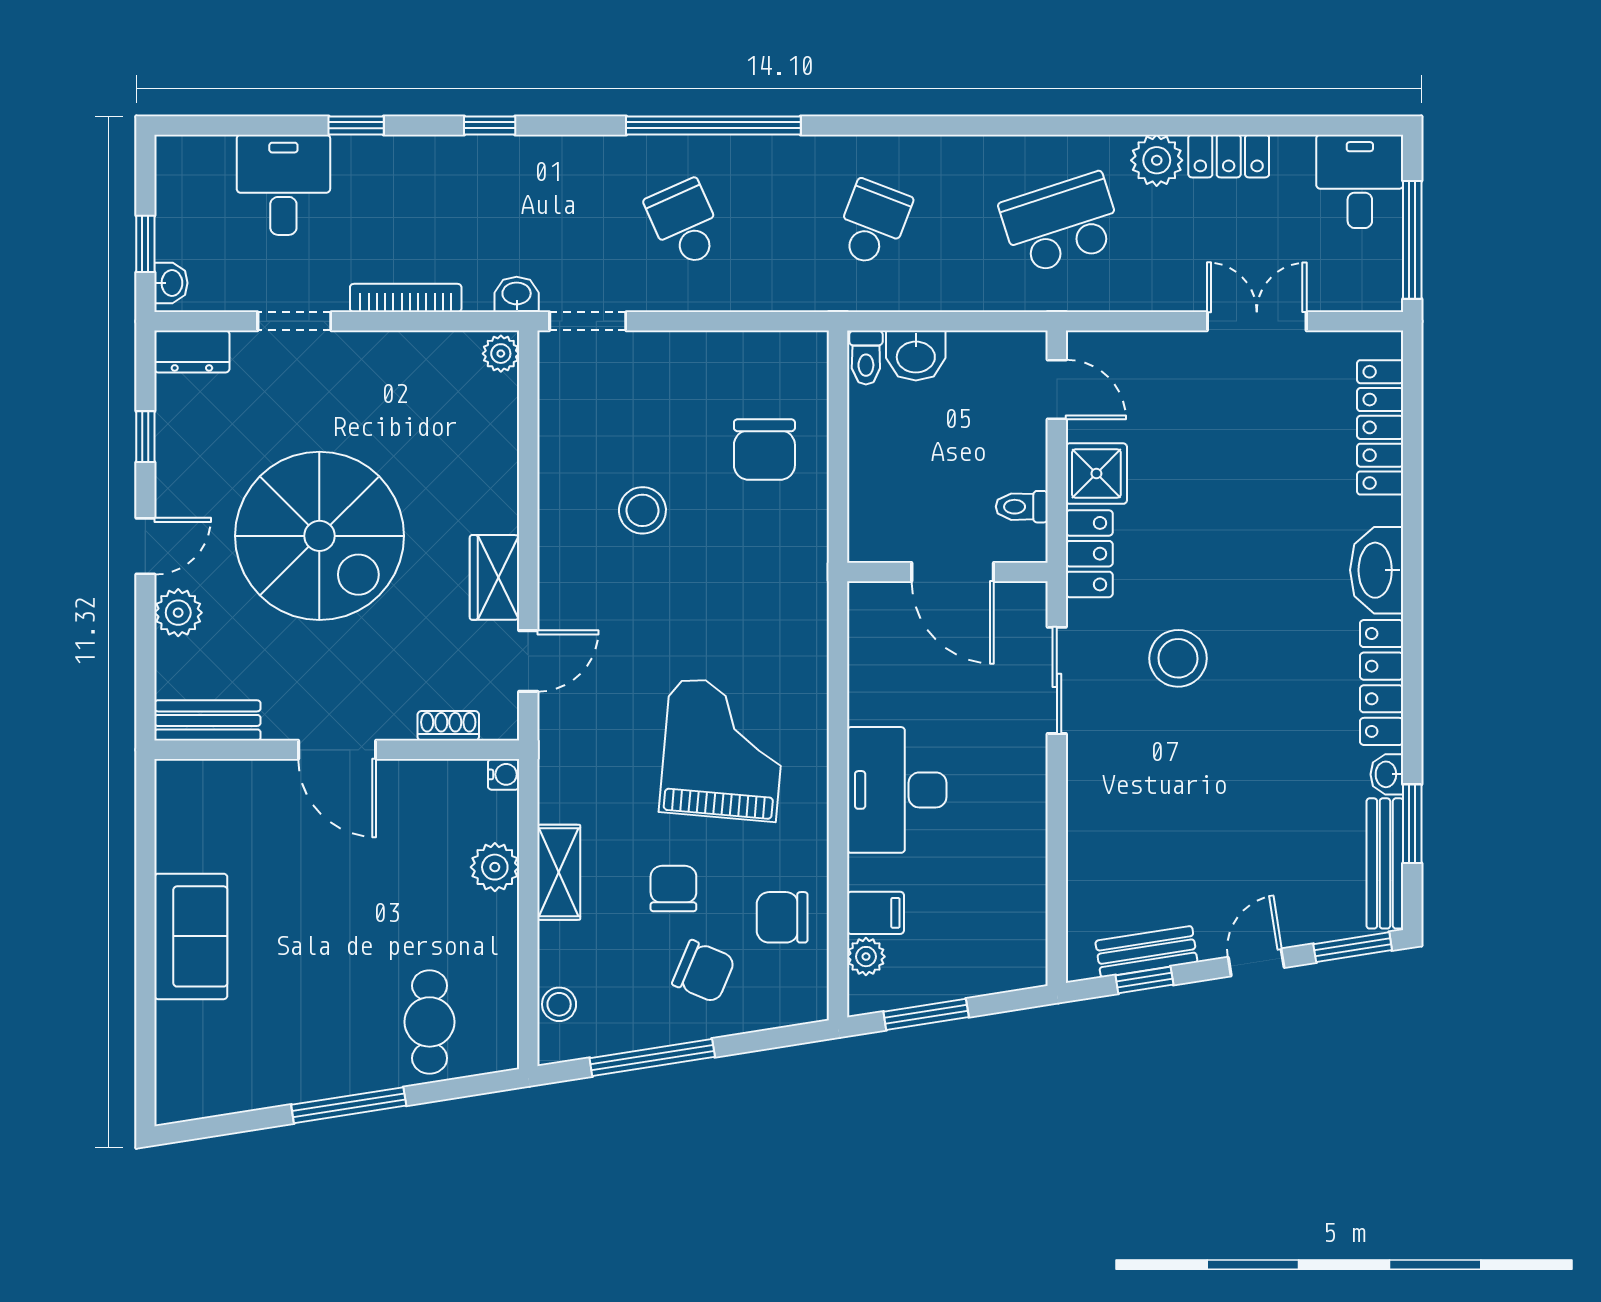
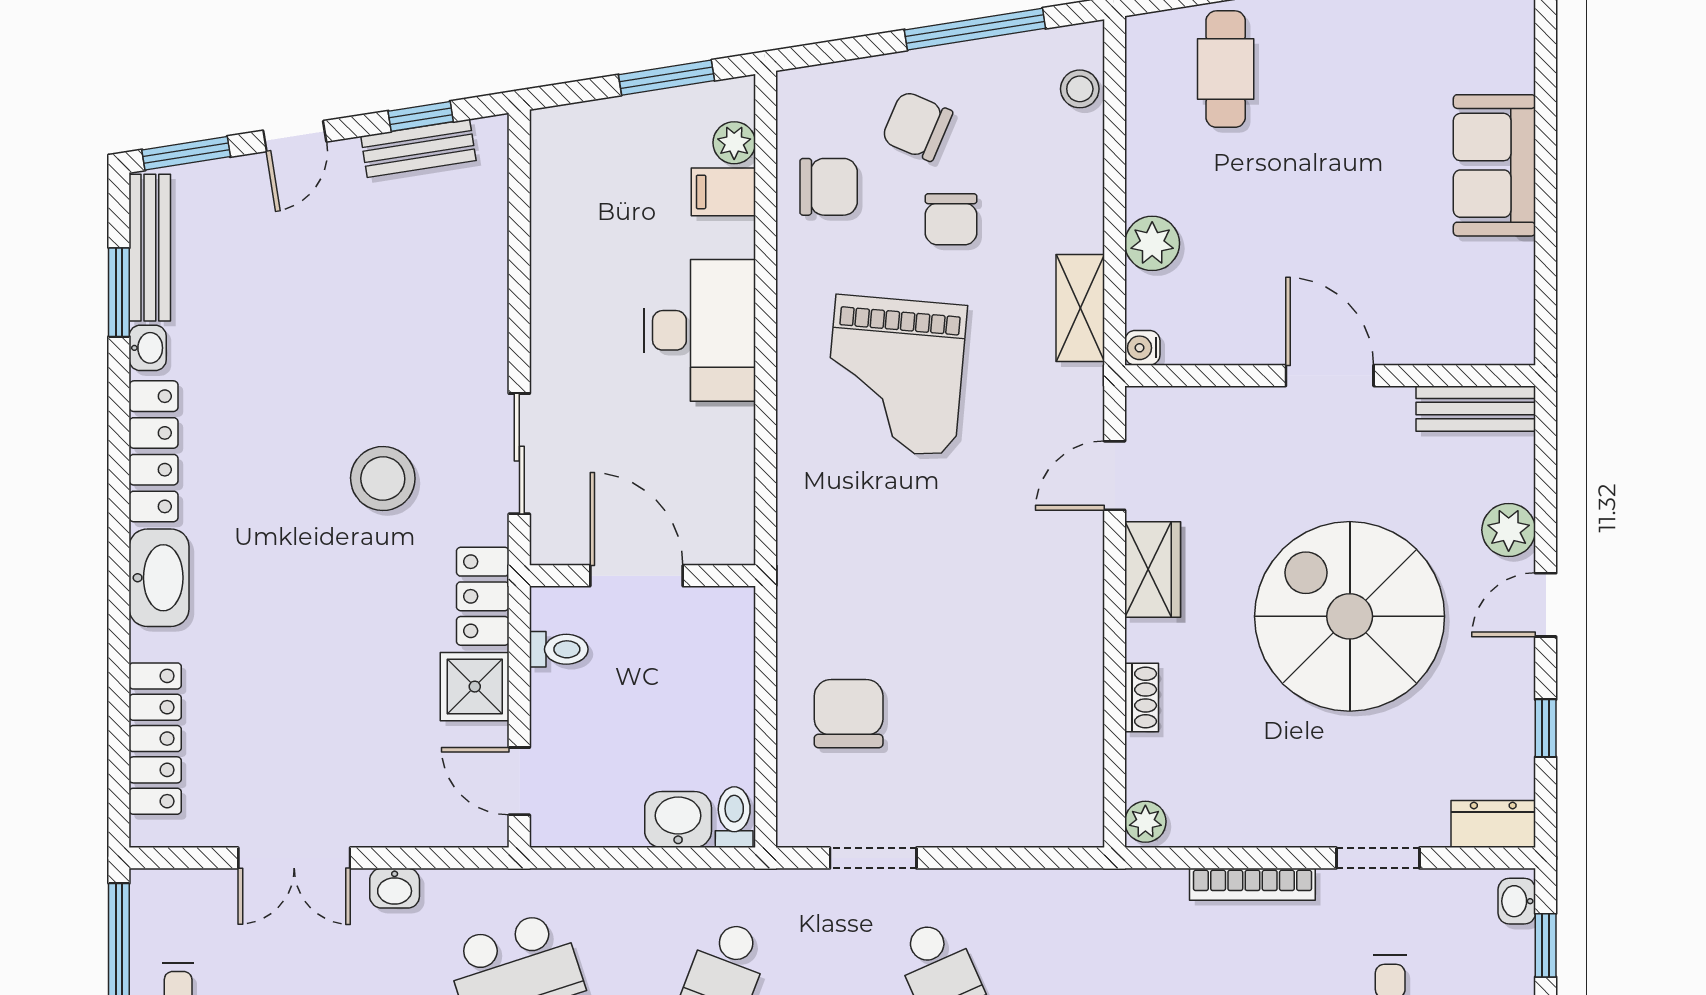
washbasin: (517, 294) -> (395, 888), moved
doorway: (588, 321) -> (873, 858), moved
stool: (642, 510) -> (986, 645), removed
shoe rack: (448, 726) -> (1142, 697), moved, turned -90
shelving: (559, 872) -> (1080, 308), moved

